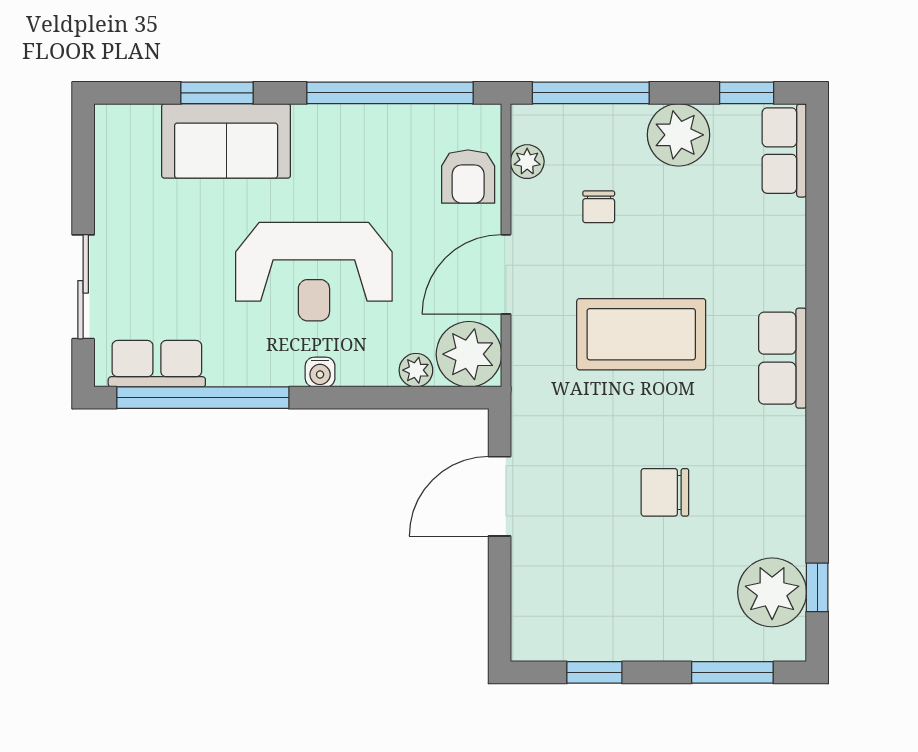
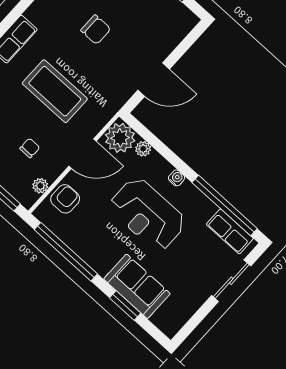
reception desk: (314, 272) -> (147, 214), turned 180

